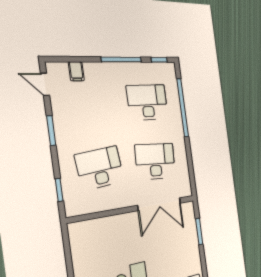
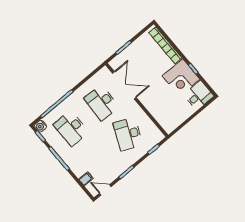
water cooler: (170, 69) -> (40, 126), added
door: (45, 84) -> (105, 190), swing flipped
desk: (100, 168) -> (128, 134), turned 30

